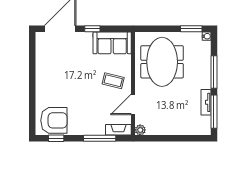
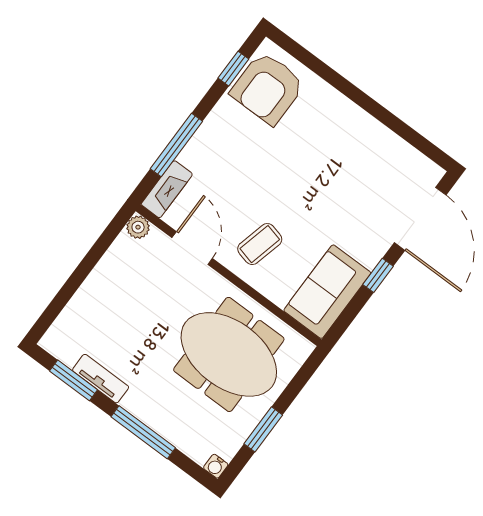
window: (191, 29) -> (263, 429), moved
window: (214, 112) -> (74, 380), width x0.69

